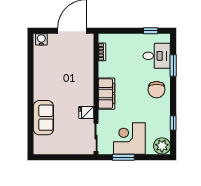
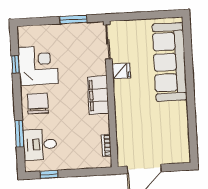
water cooler: (41, 39) -> (181, 156), removed
sofa: (43, 118) -> (170, 62), width x1.85, depth x1.27
corner desk: (129, 138) -> (38, 65), moved, turned -90
plant: (162, 146) -> (27, 36), removed

